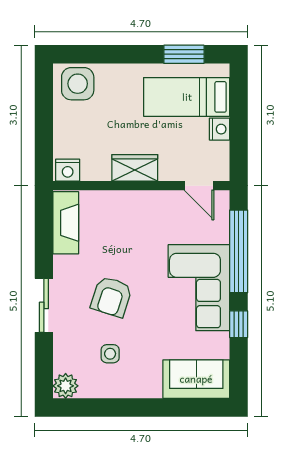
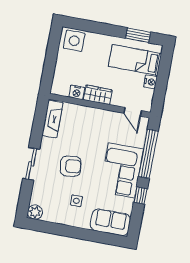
nightstand: (68, 170) -> (77, 92), moved
armchair: (111, 297) -> (71, 166), turned -115
side table: (110, 354) -> (76, 201), moved

